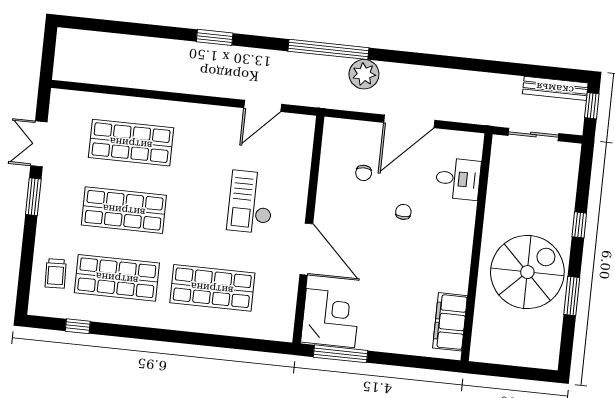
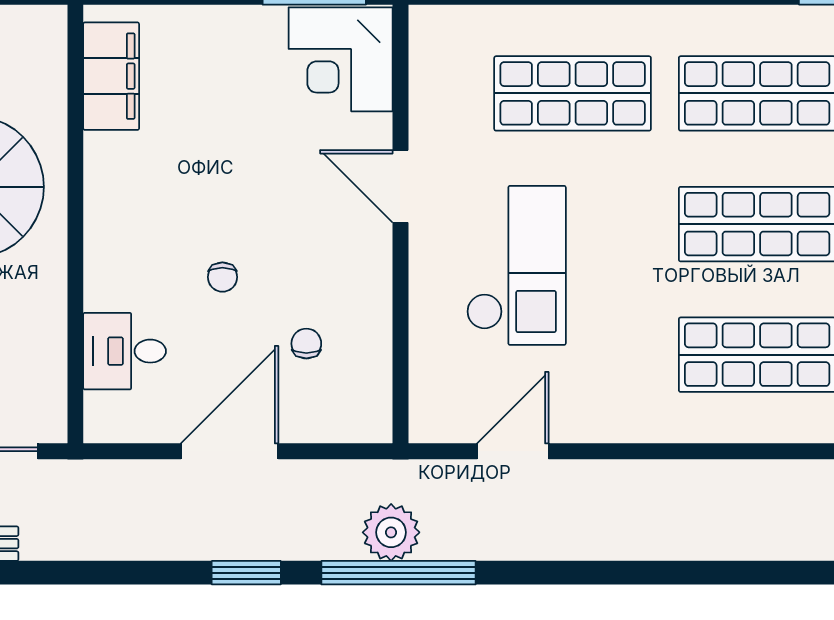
window: (215, 37) -> (246, 573), moved
plant: (364, 74) -> (391, 532), moved
checkout: (251, 202) -> (516, 265), width x1.36, depth x1.21
door: (306, 249) -> (400, 186), width x0.73

